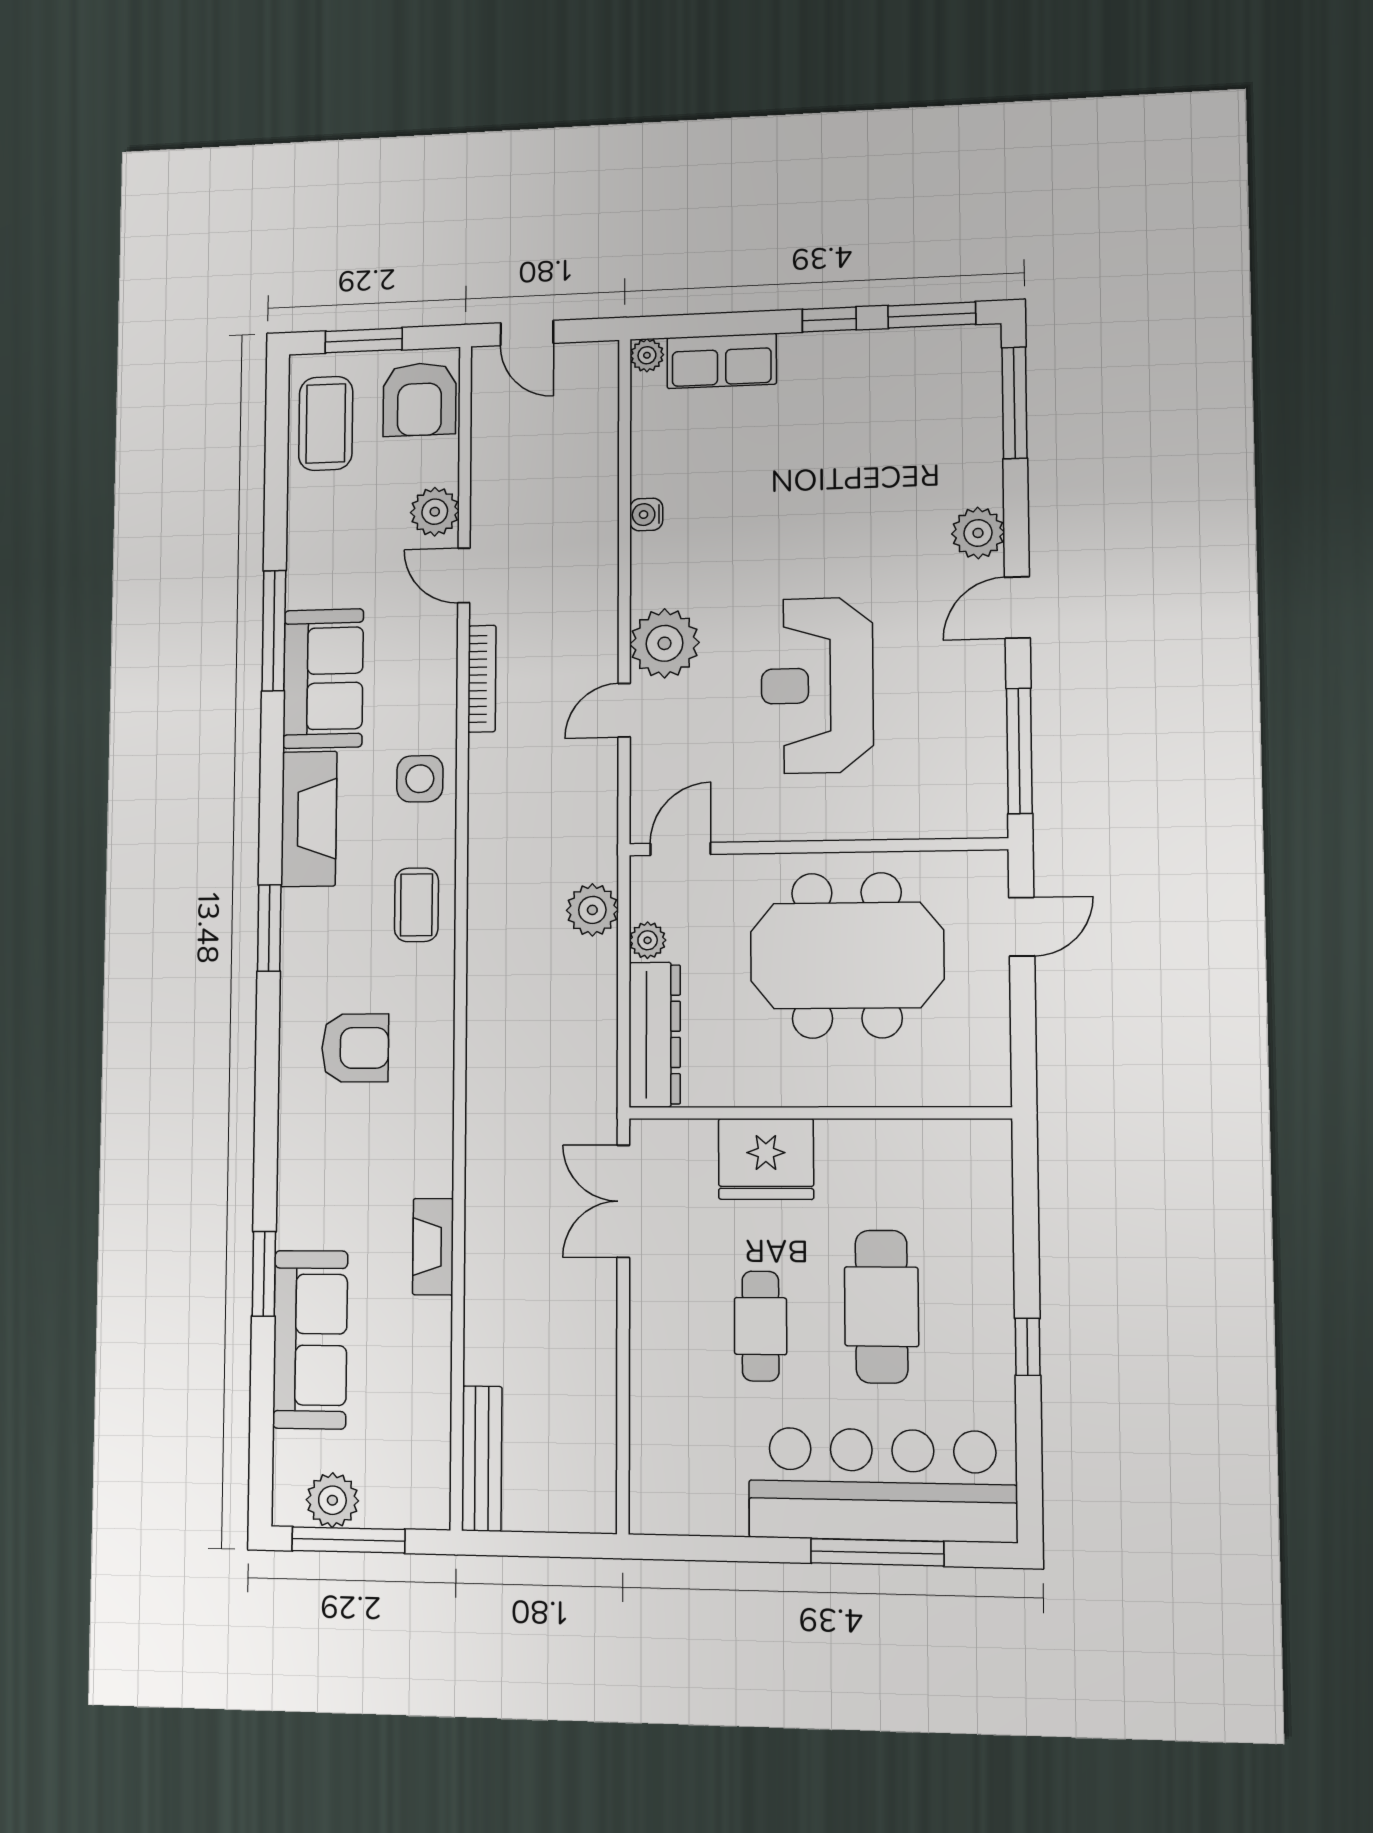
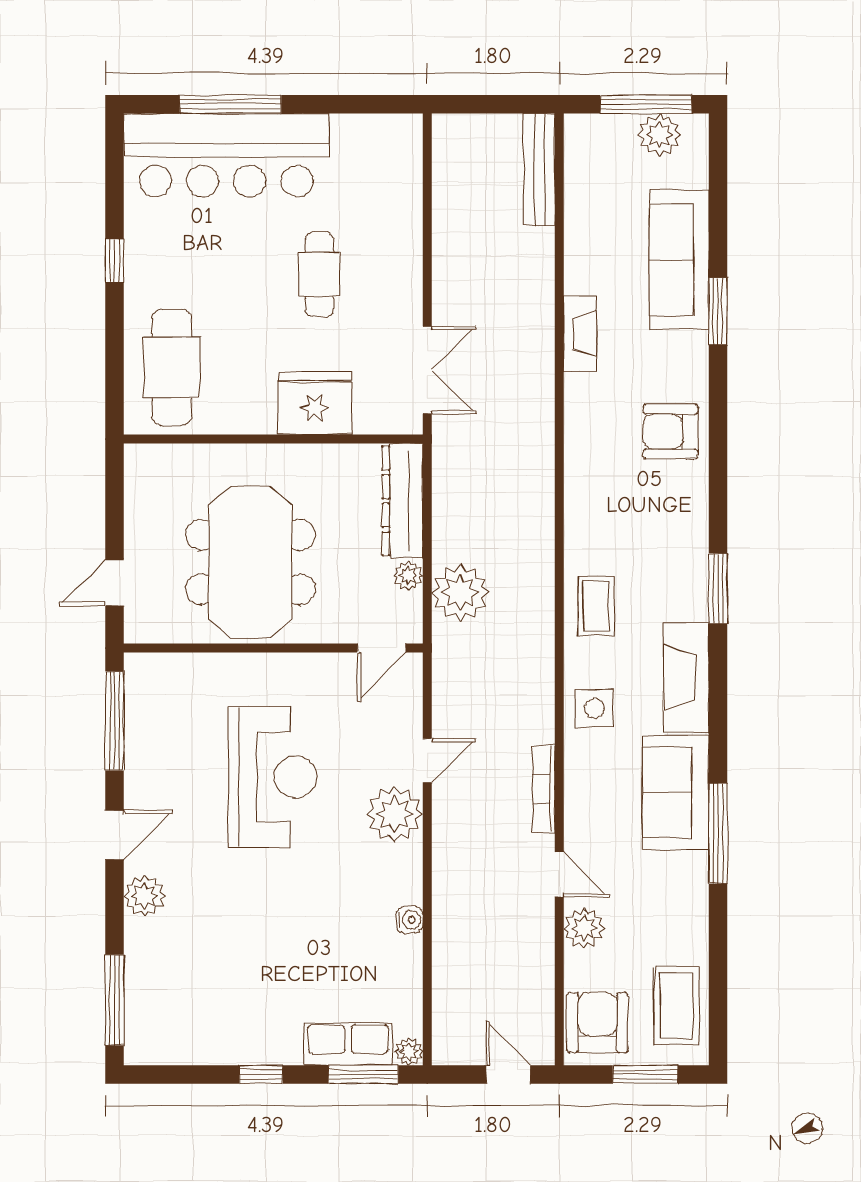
window: (932, 315) -> (363, 1075), moved
plant: (592, 910) -> (460, 593), width x1.36, depth x1.36
meeting table: (847, 955) -> (250, 562), turned 90
armchair: (355, 1048) -> (670, 432), moved
cafe table: (882, 1307) -> (172, 367), moved

